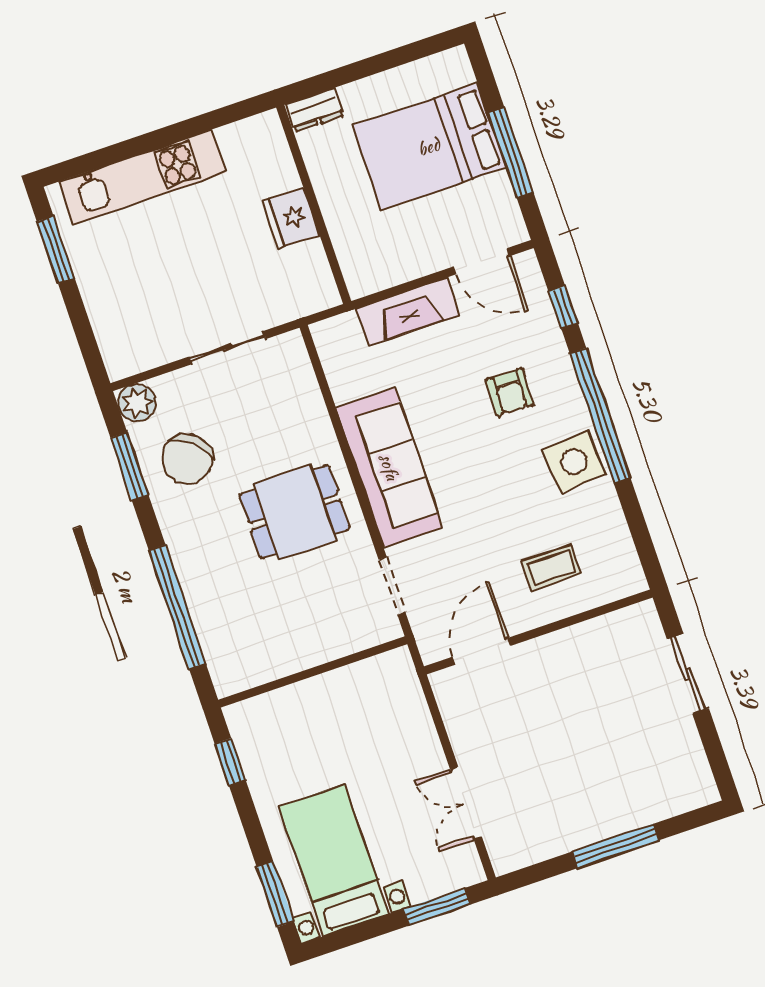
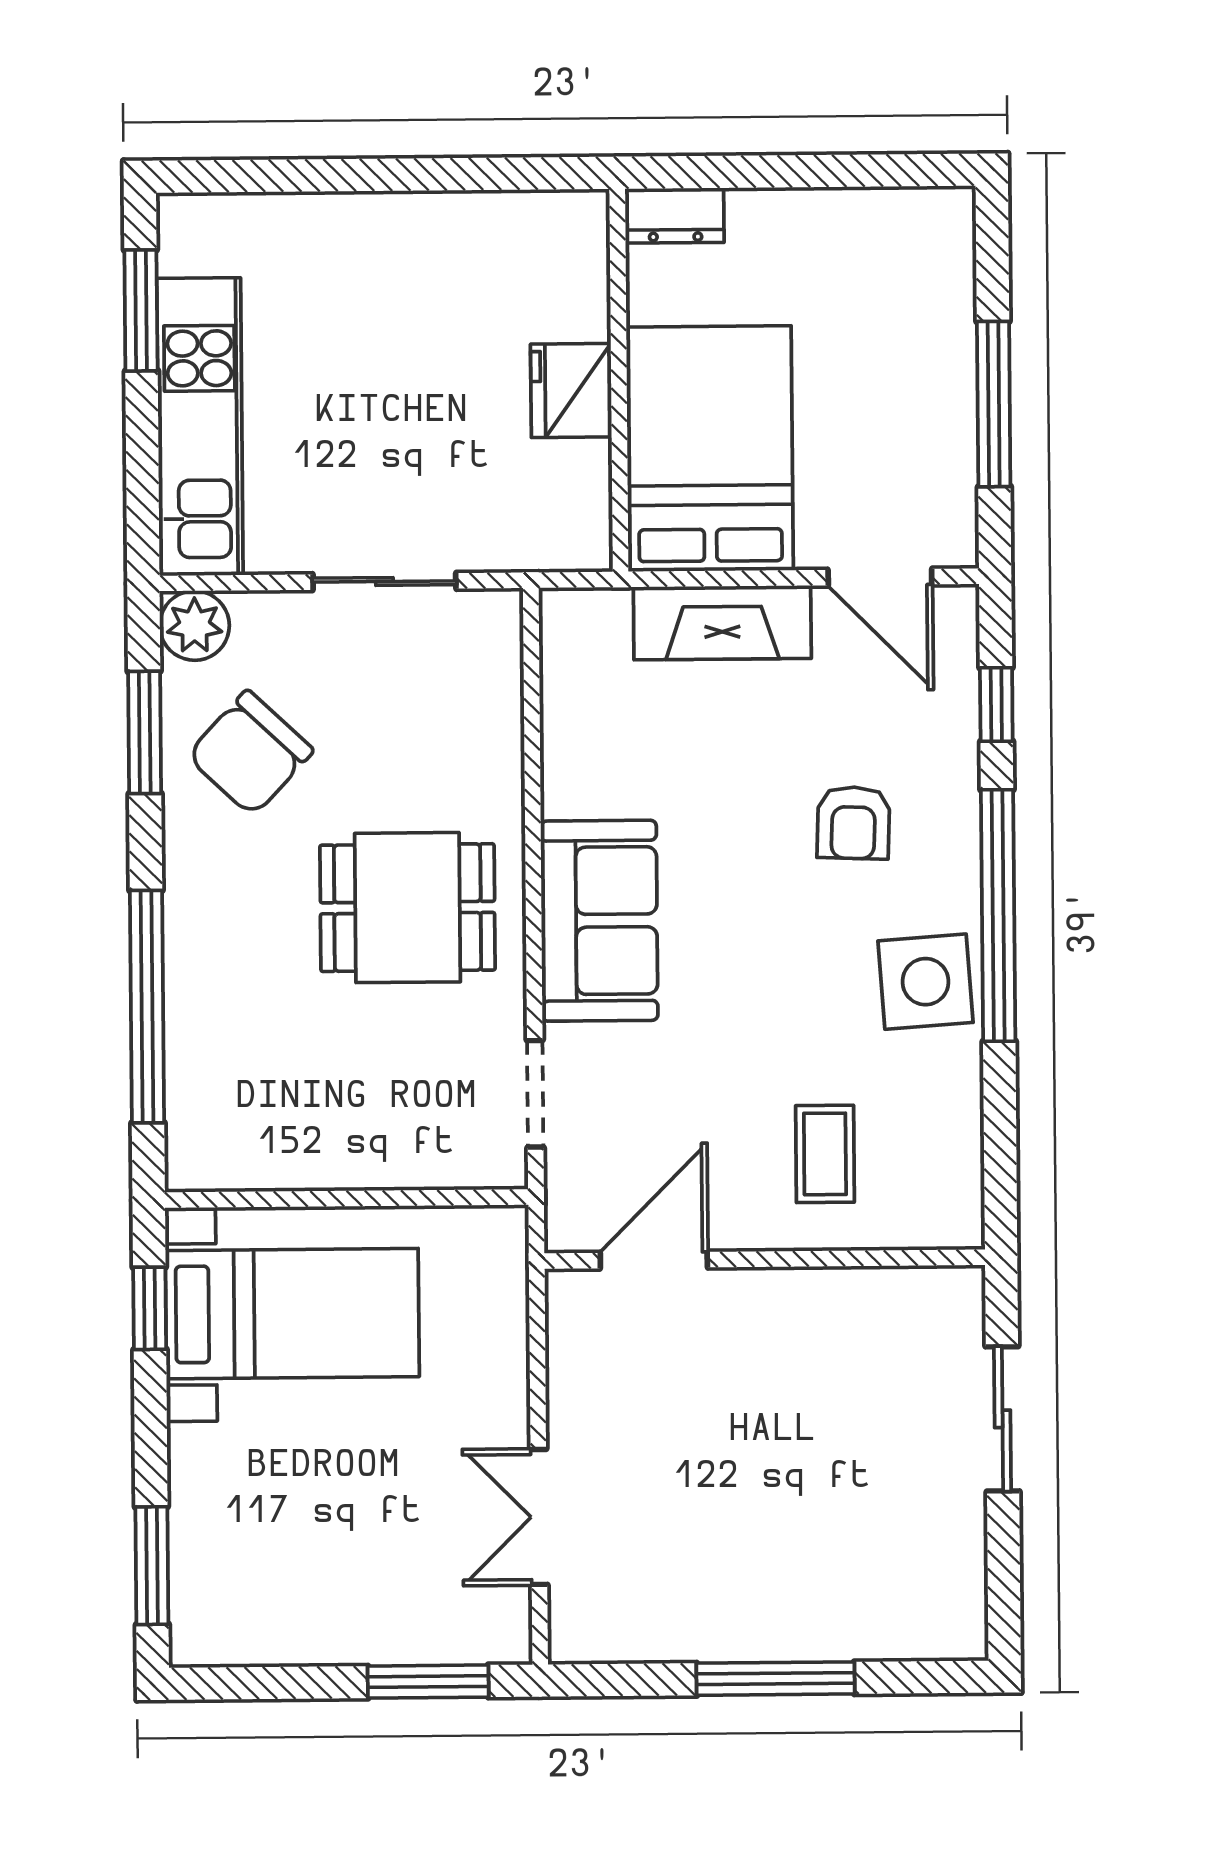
bed: (429, 147) -> (710, 449), moved, turned 90
kitchen unit: (142, 177) -> (200, 427), moved, turned -90
sofa: (389, 467) -> (599, 921), width x0.73
coffee table: (551, 568) -> (825, 1154), turned 90
bed with nightstands: (334, 860) -> (292, 1314), moved, turned 90

